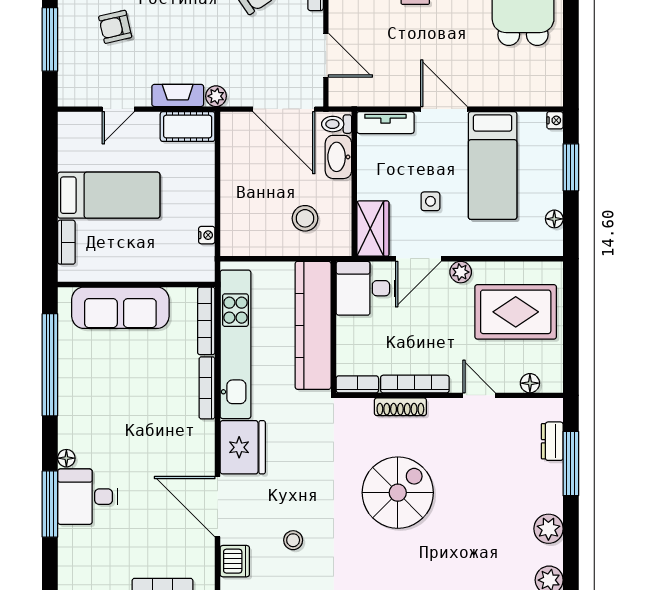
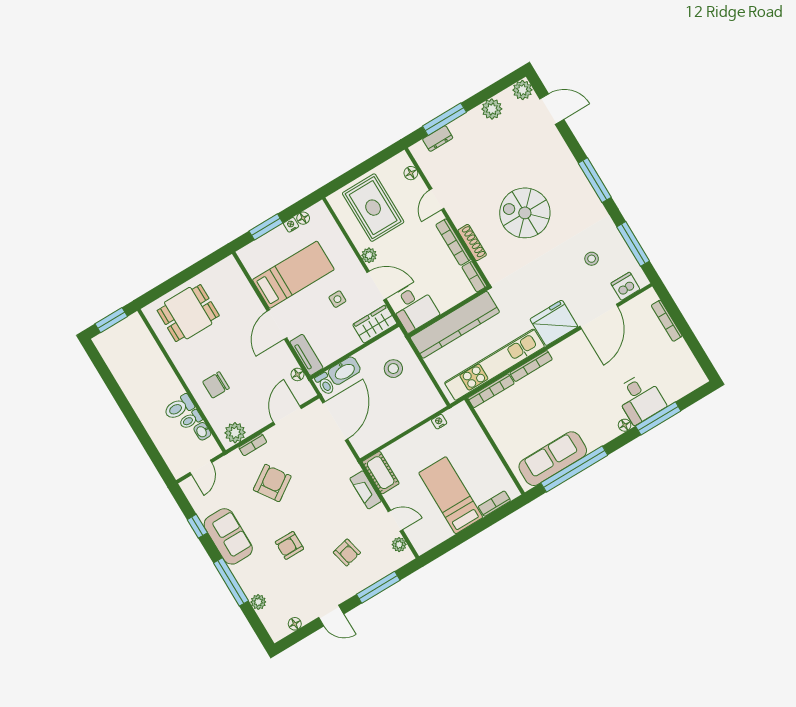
plant: (216, 96) -> (399, 545), moved
floor lamp: (368, 97) -> (298, 374), added
nightstand: (555, 120) -> (291, 225), moved
sofa: (120, 308) -> (553, 459), moved, turned -90

